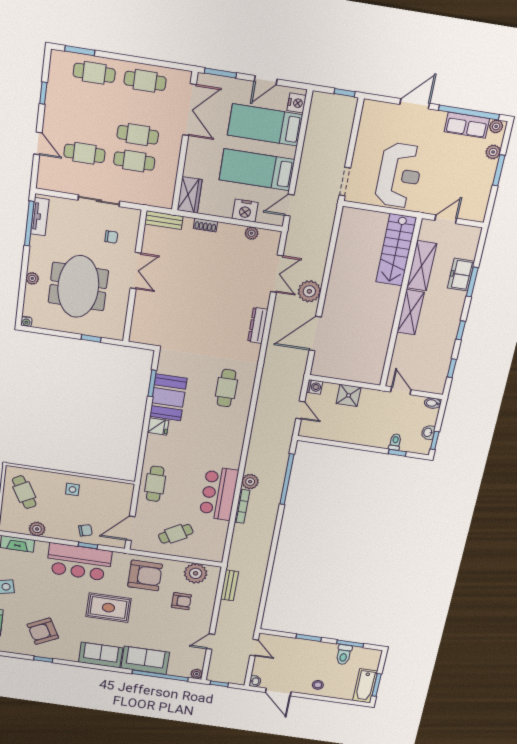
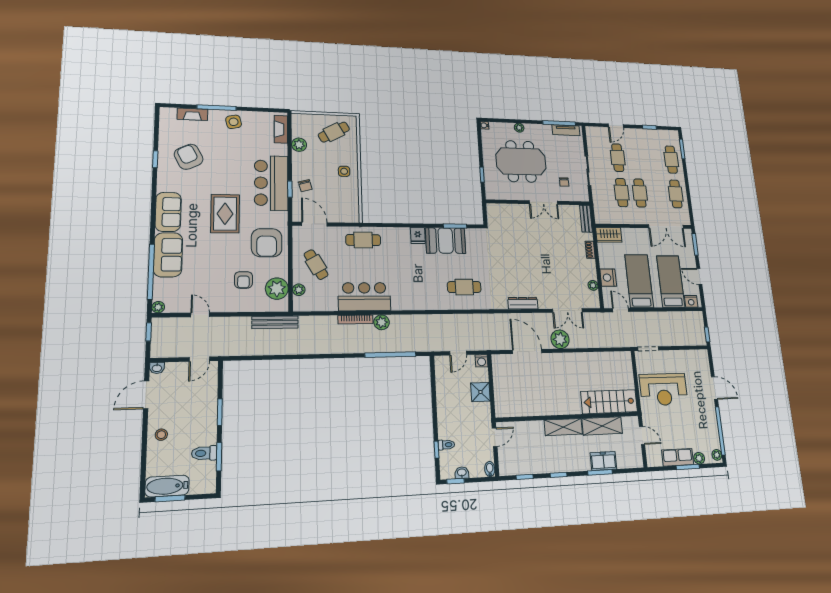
row of seats: (467, 125) -> (678, 457), moved, turned 90
plant: (200, 554) -> (299, 290), added
bench: (229, 585) -> (275, 322), width x1.36

